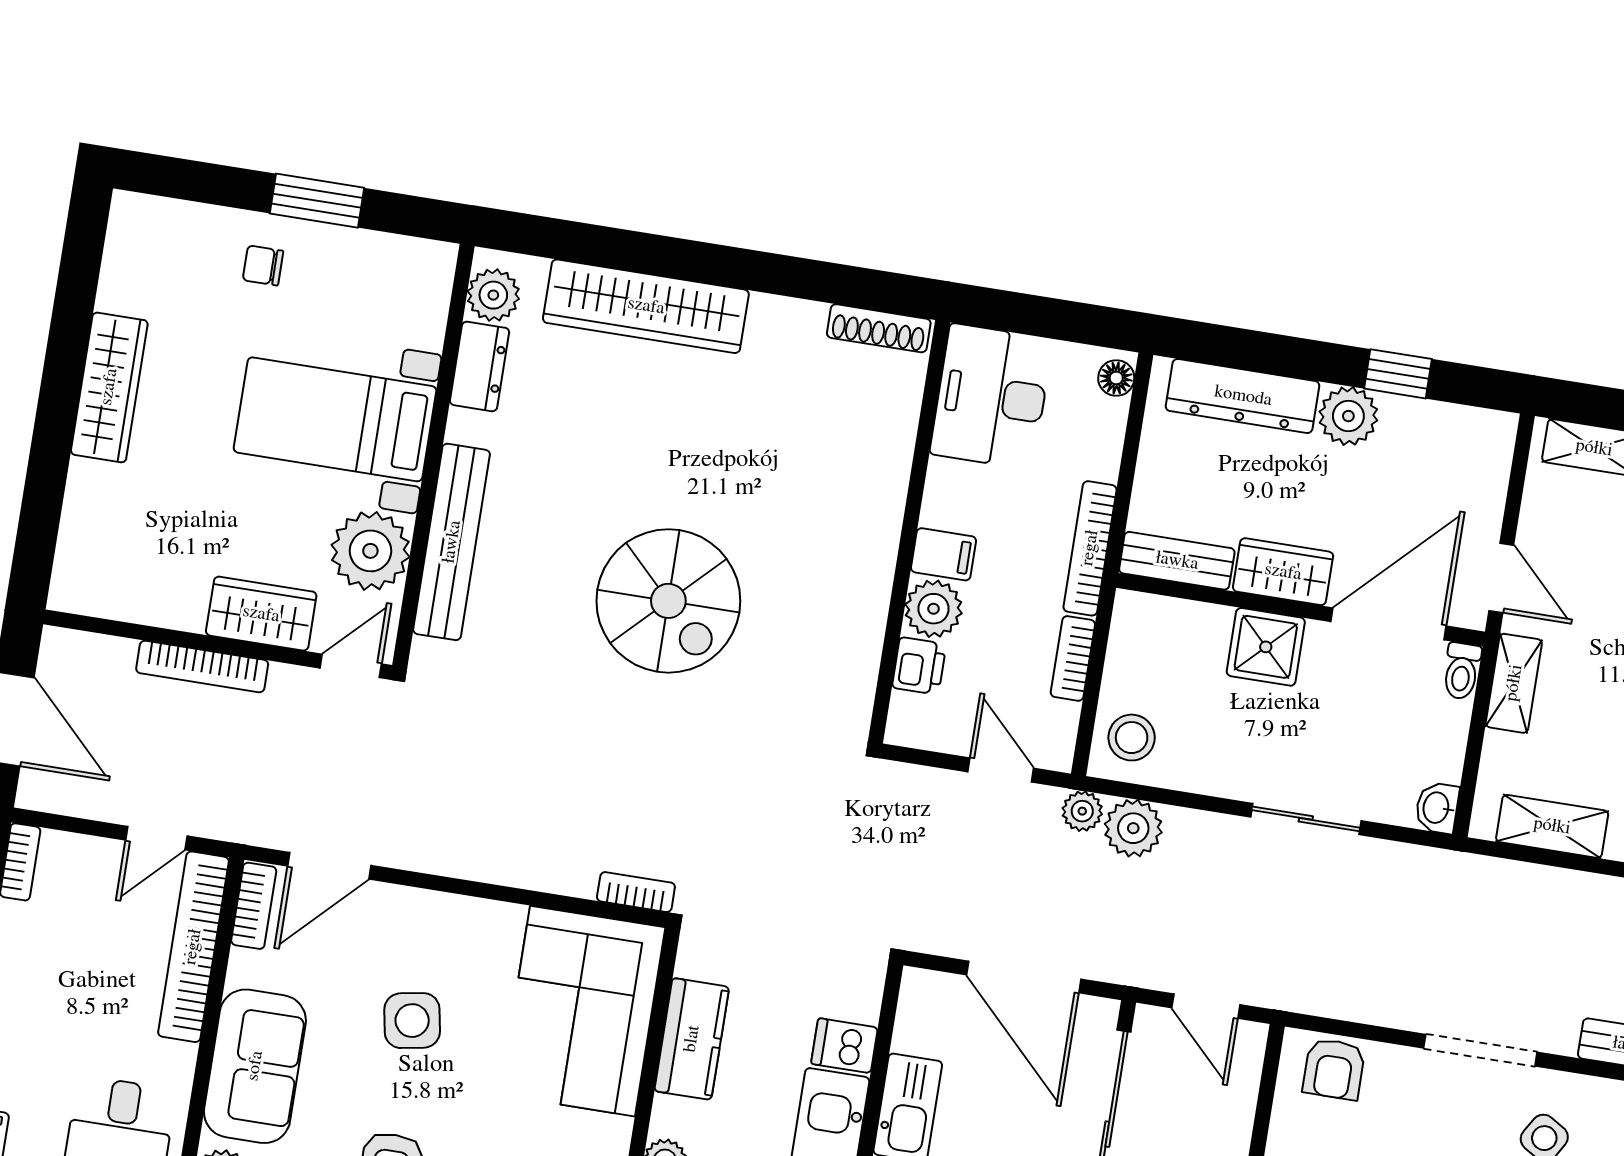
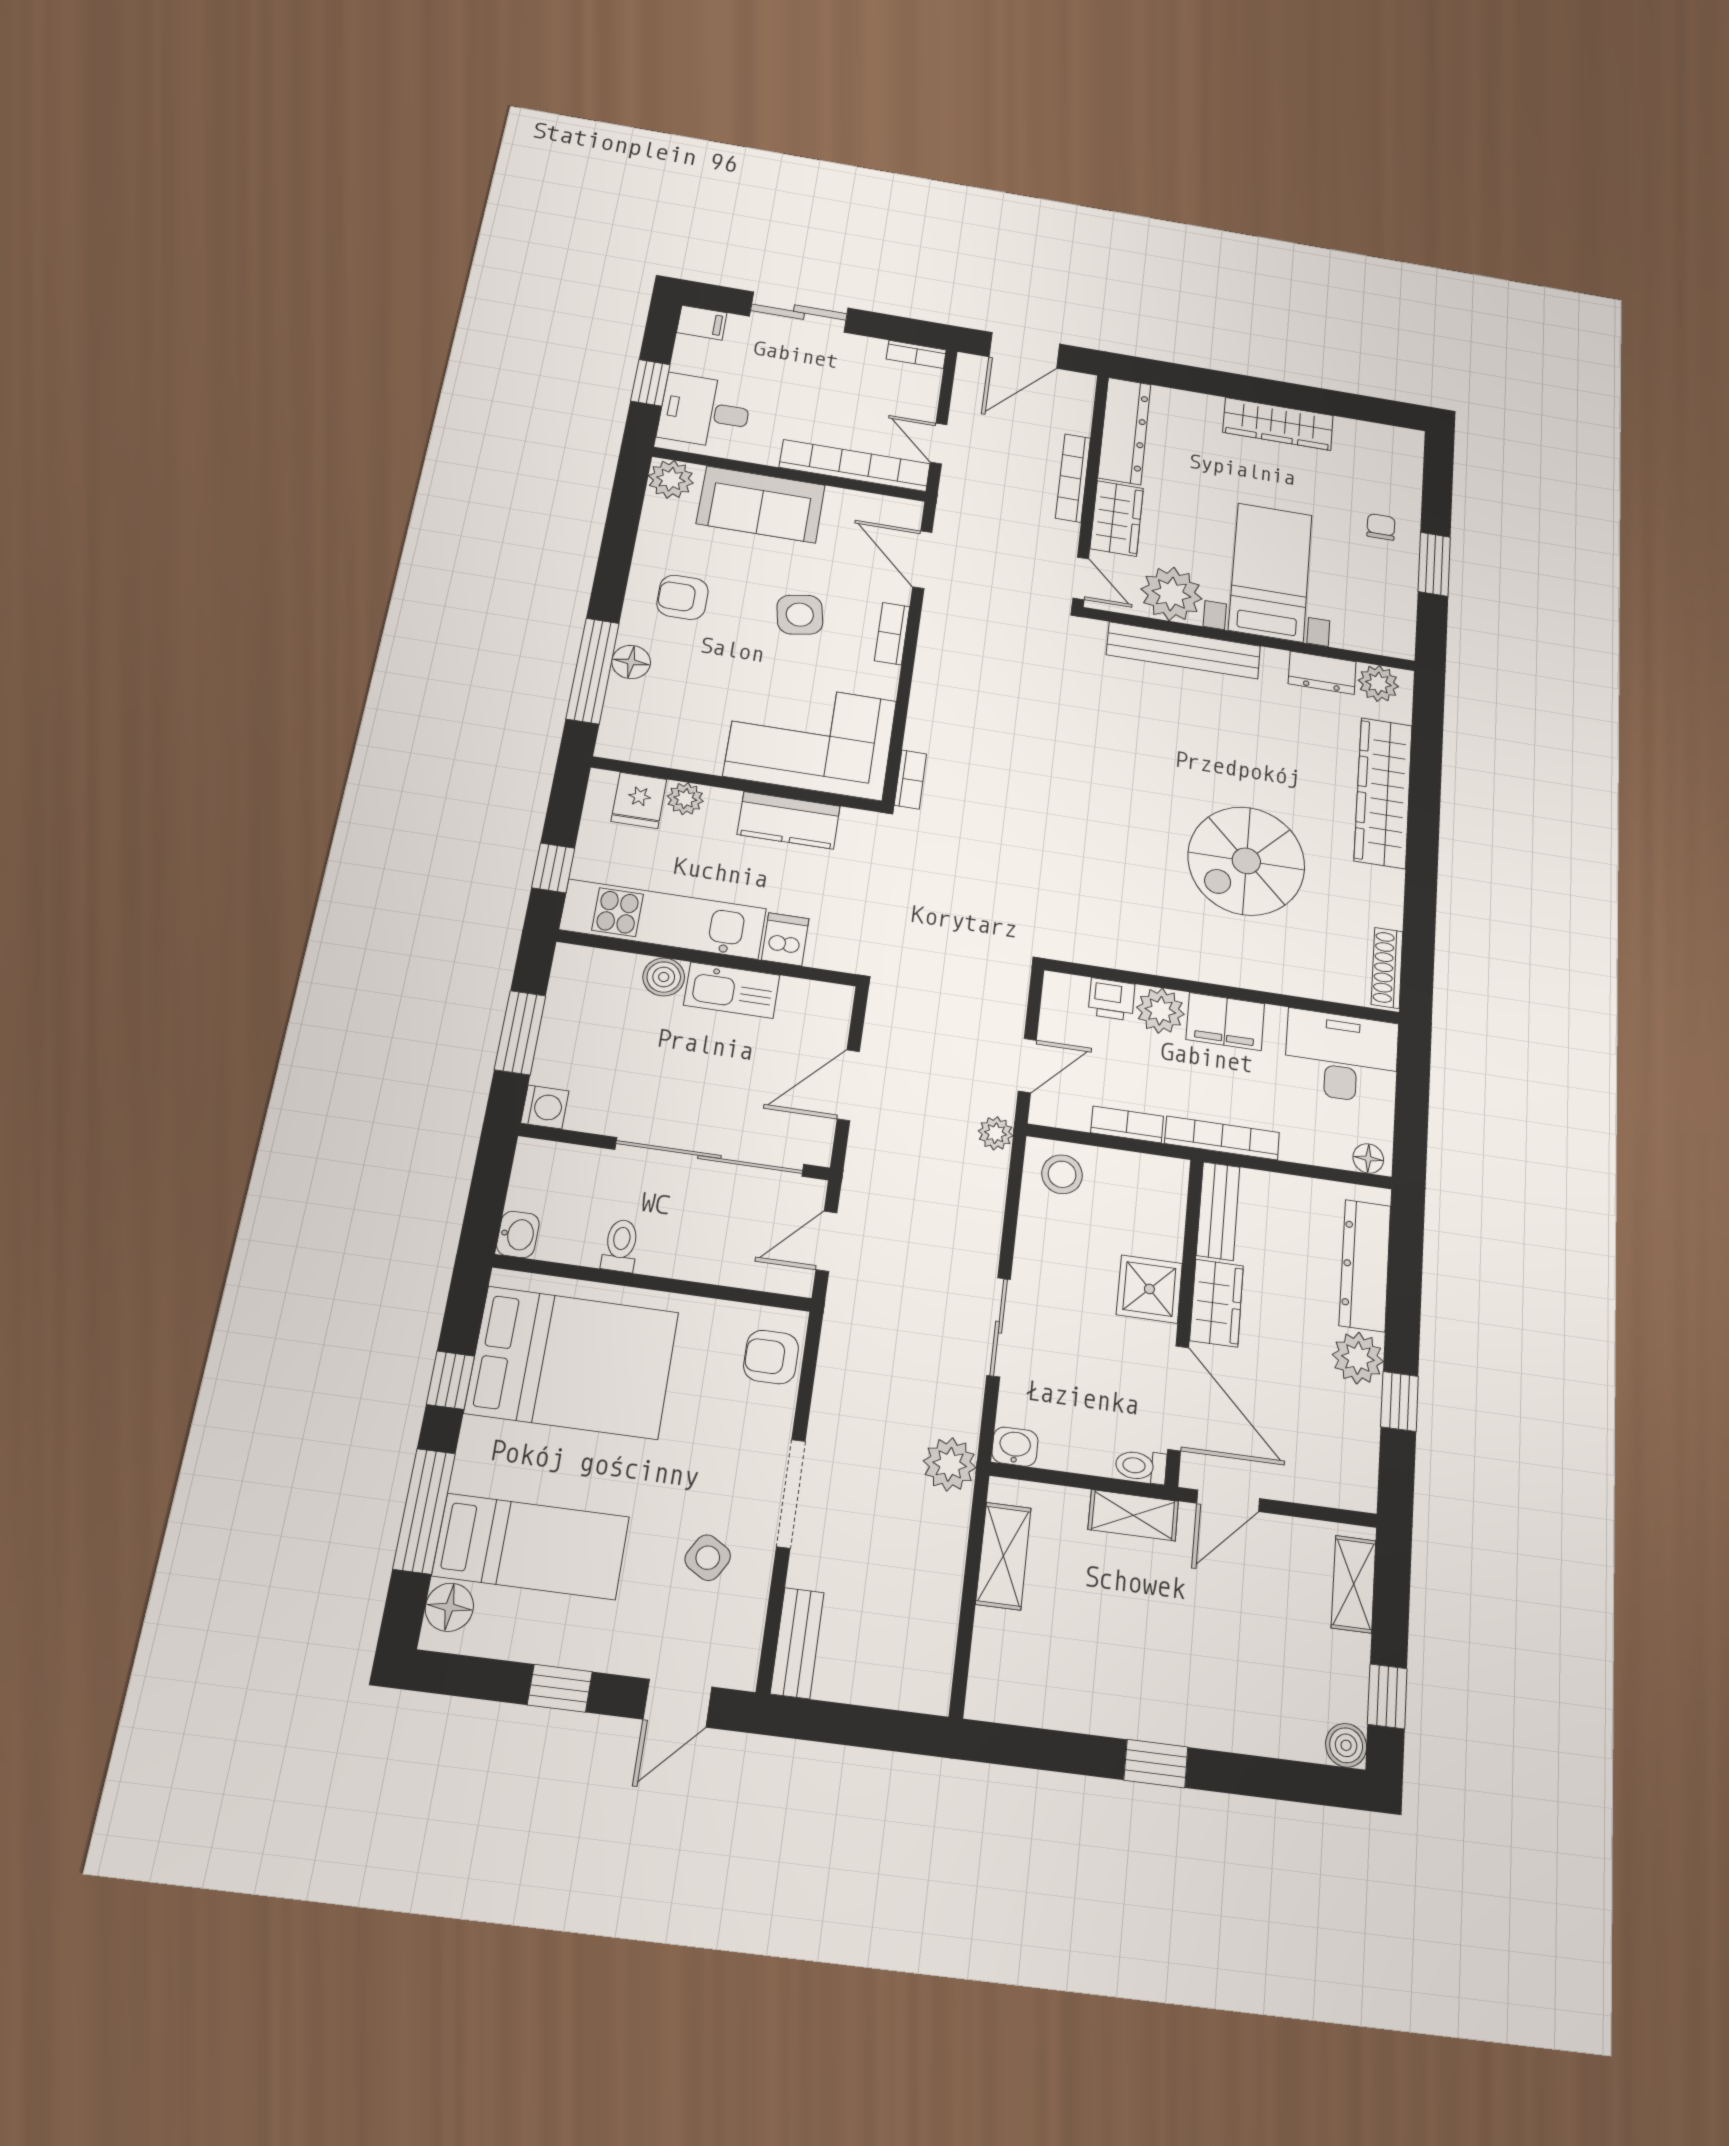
filing cabinet: (943, 554) -> (1225, 1021), width x2.00
dresser: (128, 594) -> (1124, 431), added
spiral stairs: (668, 601) -> (1246, 861), moved
plant: (1133, 828) -> (950, 1464), moved
bookcase: (254, 906) -> (892, 634), moved, turned 90
door: (1024, 977) -> (848, 1085), width x0.73

